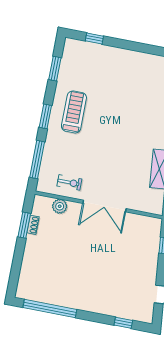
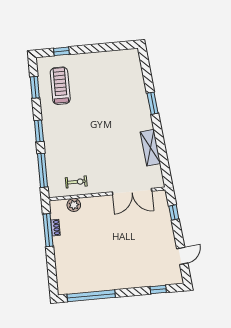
treadmill: (74, 112) -> (60, 86), moved
double door: (104, 206) -> (132, 192), moved
window: (24, 225) -> (48, 230), width x1.44

